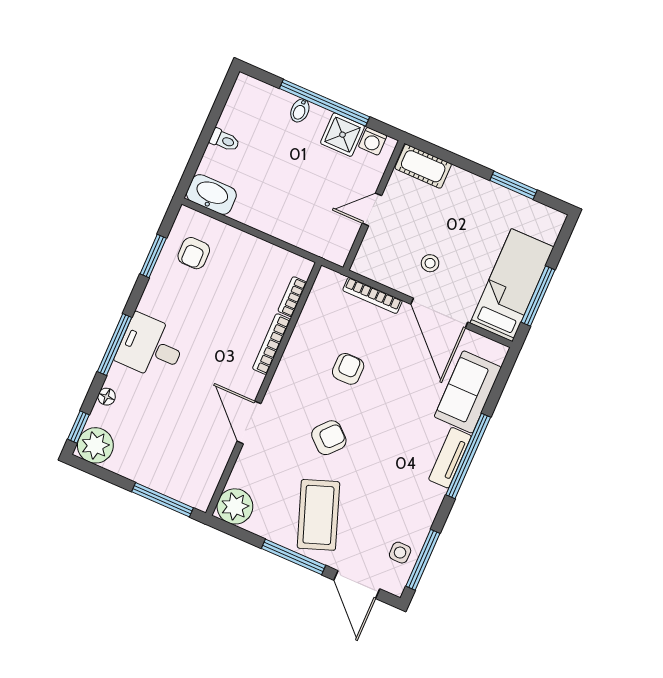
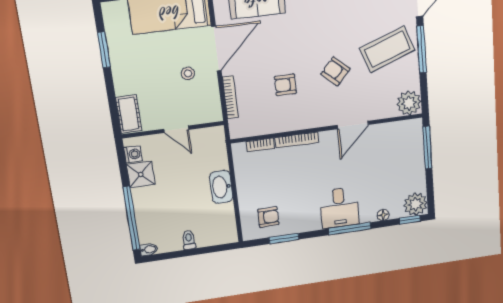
window: (325, 103) -> (131, 218), moved
bidet: (300, 111) -> (149, 249), moved
washbasin: (211, 195) -> (221, 187), moved

